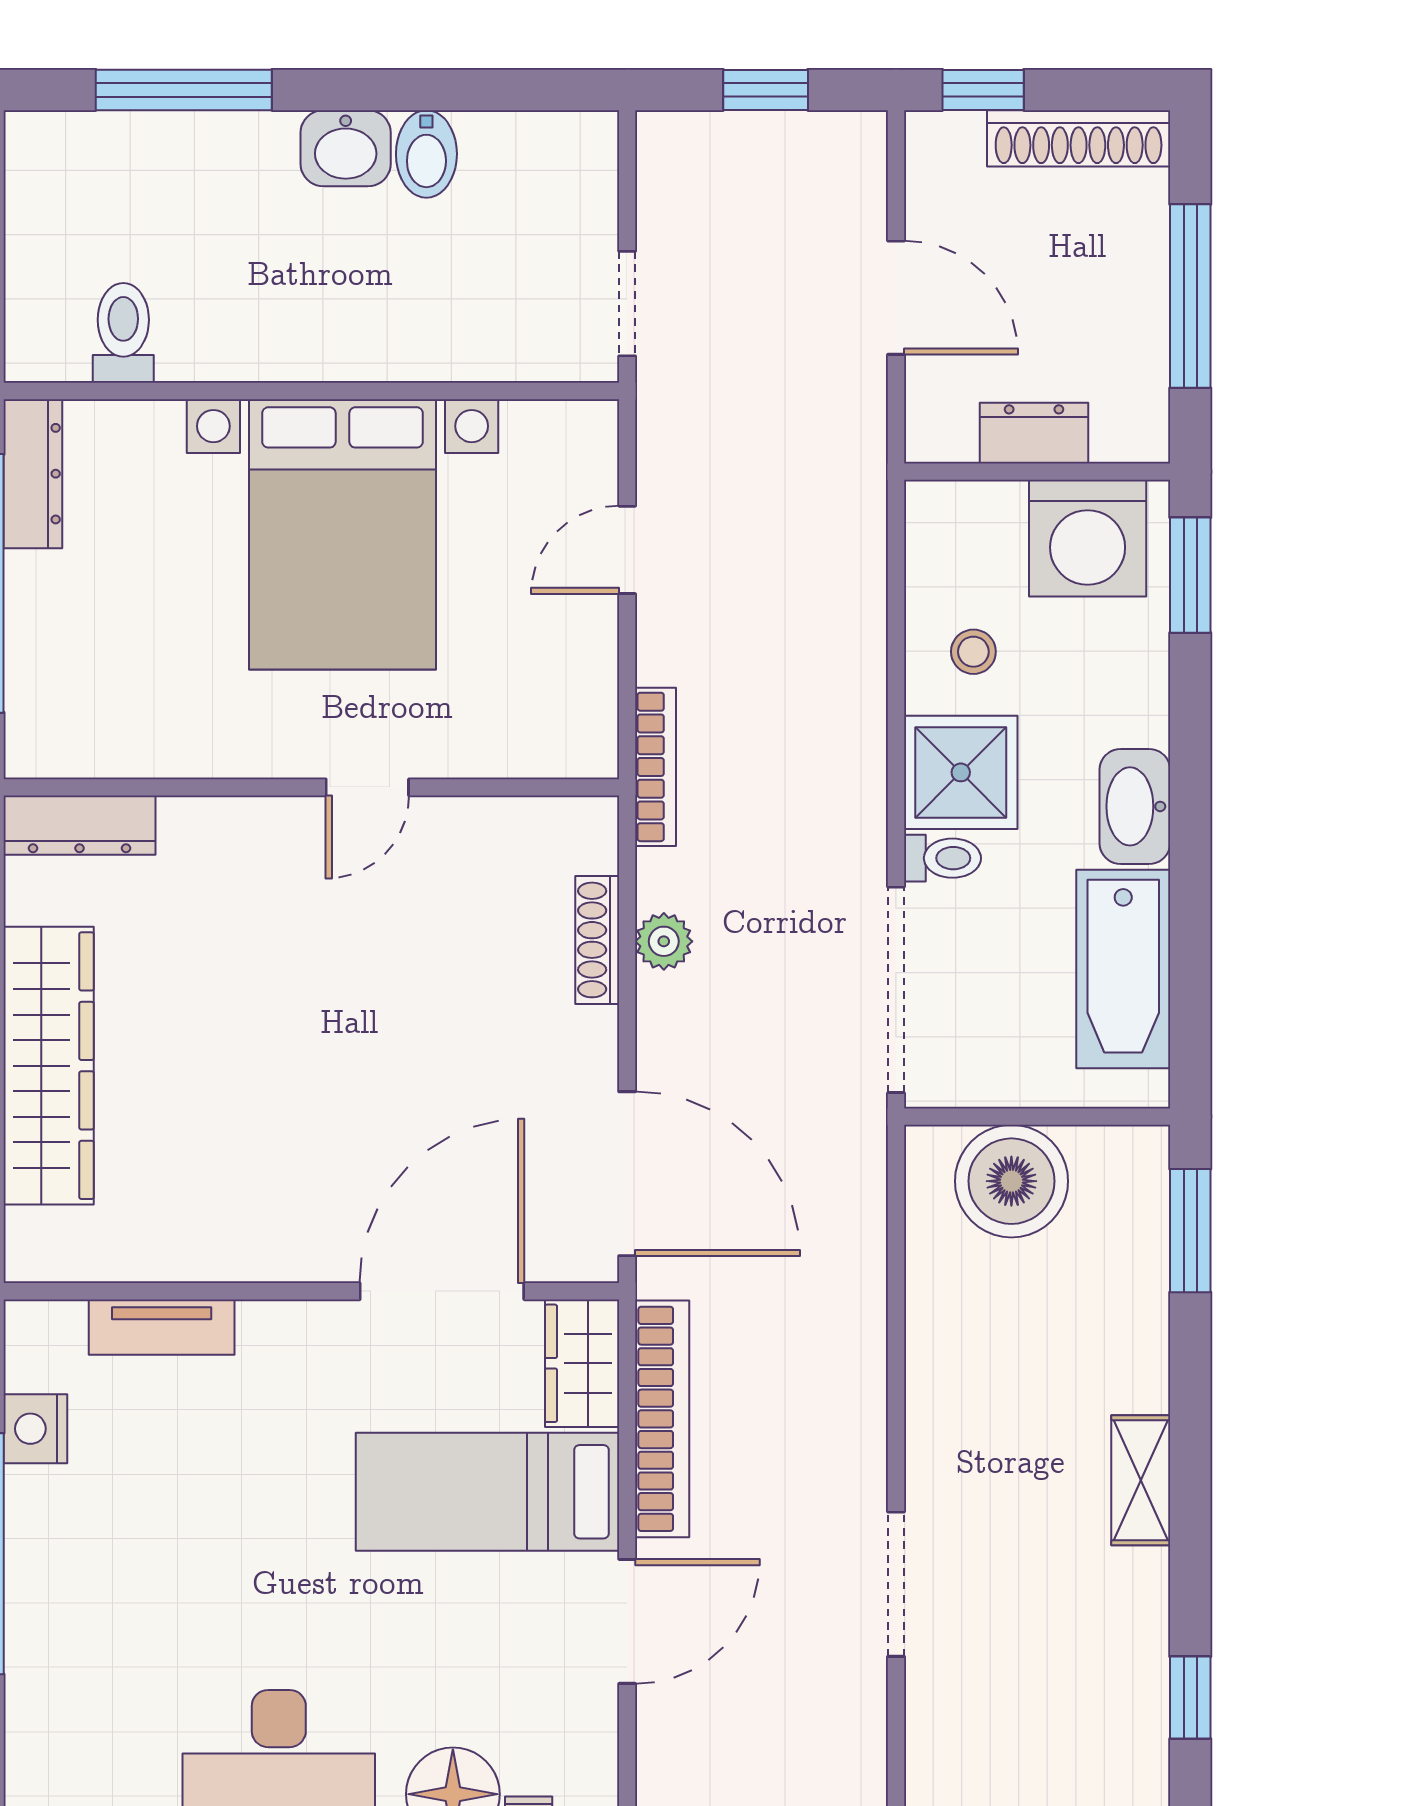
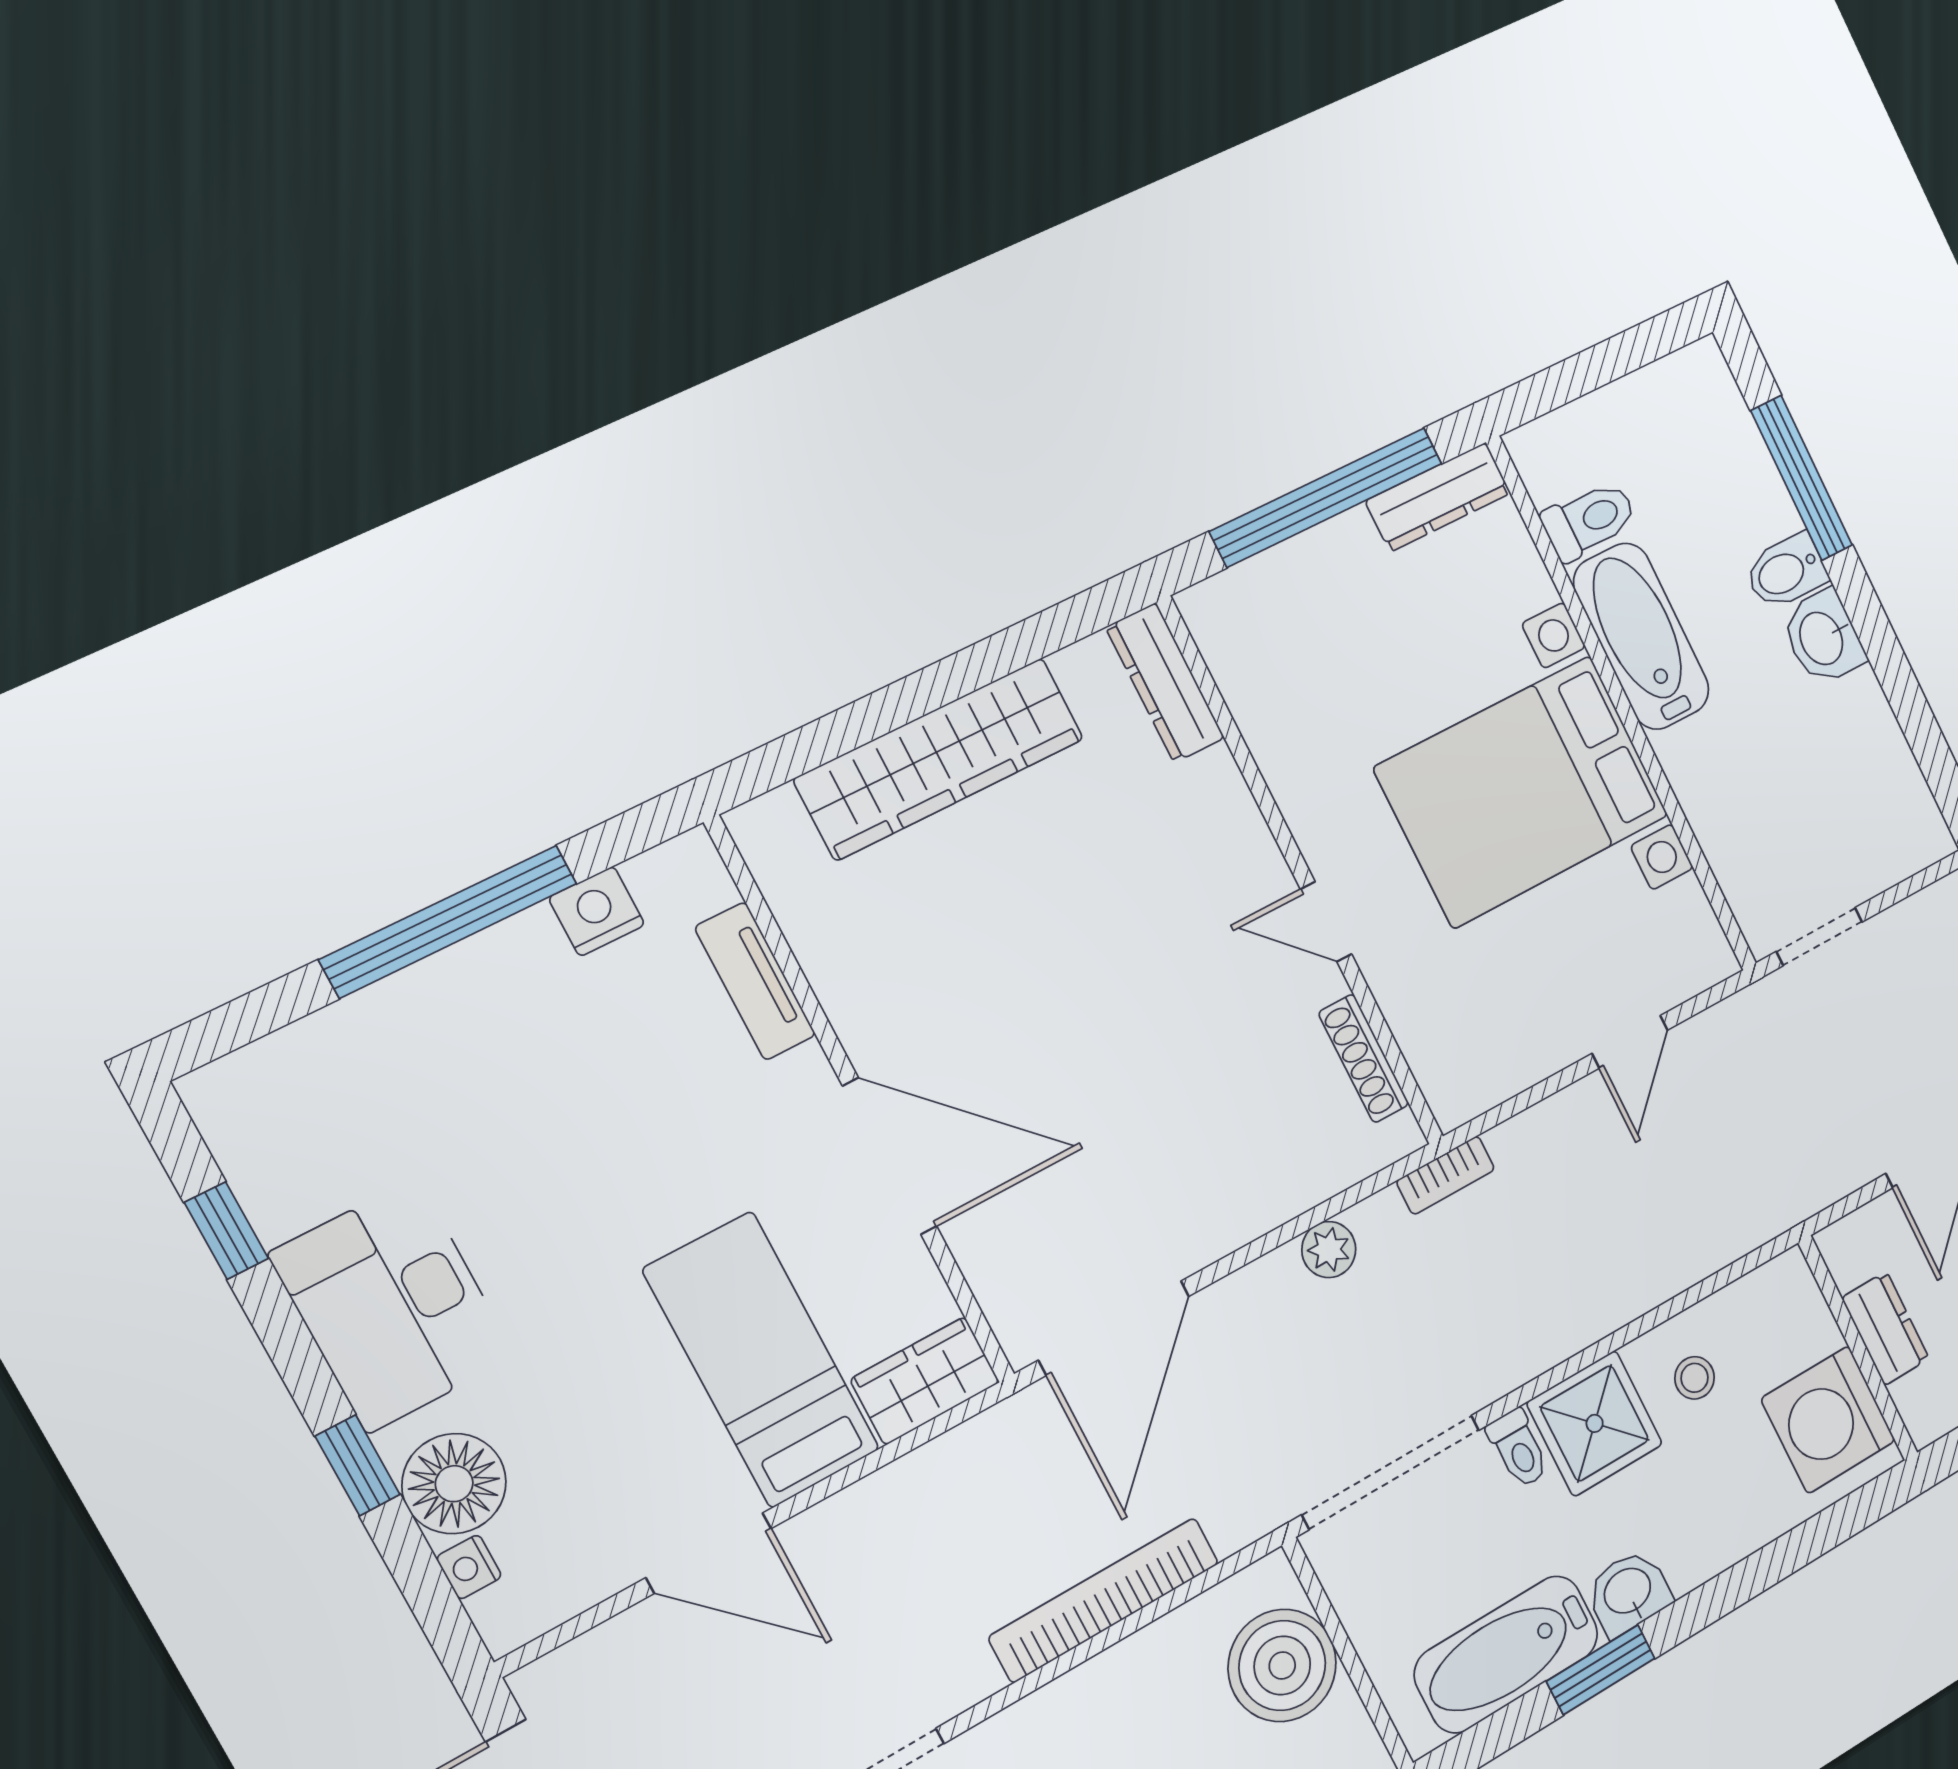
bidet: (426, 154) -> (1786, 572), moved
bathtub: (256, 337) -> (1641, 636), added
door: (627, 550) -> (1630, 1042), swing flipped
window: (1190, 575) -> (1601, 1670), moved
bookcase: (656, 767) -> (1446, 1175), width x0.64
washbasin: (1135, 806) -> (1628, 1592), width x0.72
shoe rack: (597, 940) -> (1364, 1058), moved, turned -90
door: (442, 1291) -> (890, 1156), moved
bookcase: (662, 1419) -> (1104, 1600), moved, turned 180

